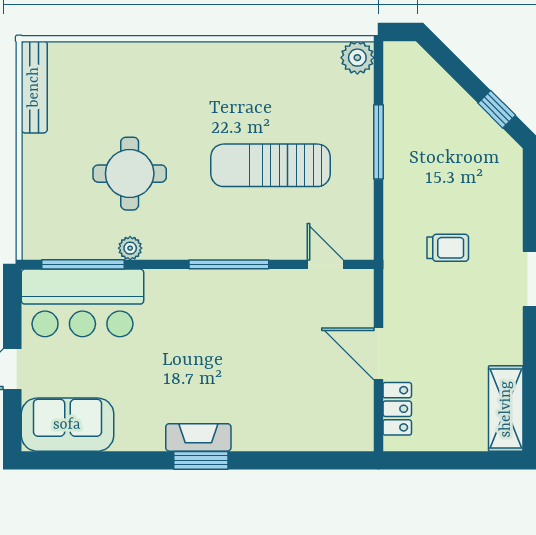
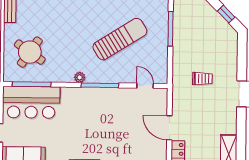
sun lounger: (270, 165) -> (120, 39), turned 148
round table: (130, 174) -> (30, 52), moved, turned 35
plant: (130, 248) -> (80, 77), moved

